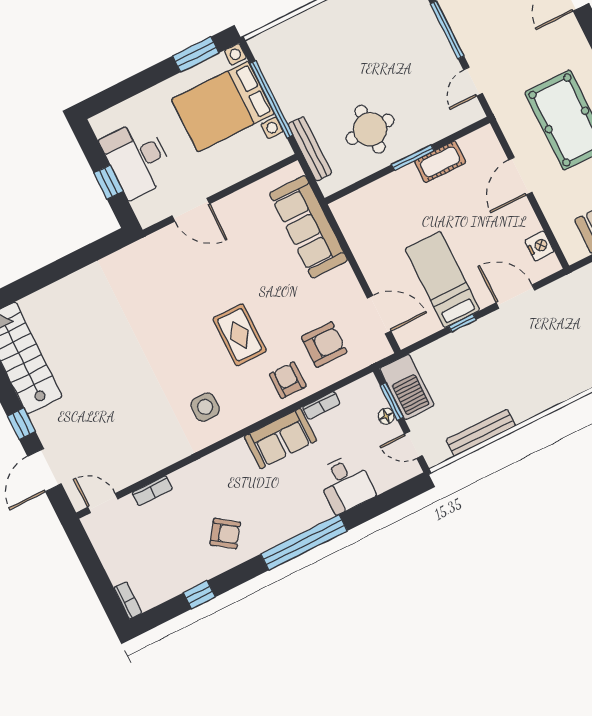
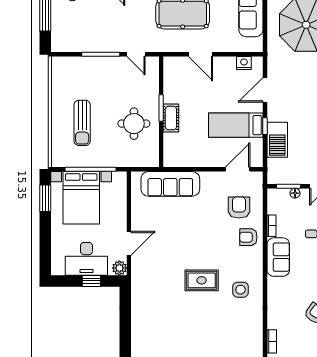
sun lounger: (333, 53) -> (82, 123), added
bench: (310, 149) -> (128, 162), removed
cot: (440, 162) -> (171, 118), moved
plant: (148, 214) -> (119, 268), added
rug: (239, 335) -> (202, 280), moved
barbecue: (407, 387) -> (277, 140), moved, turned 90

